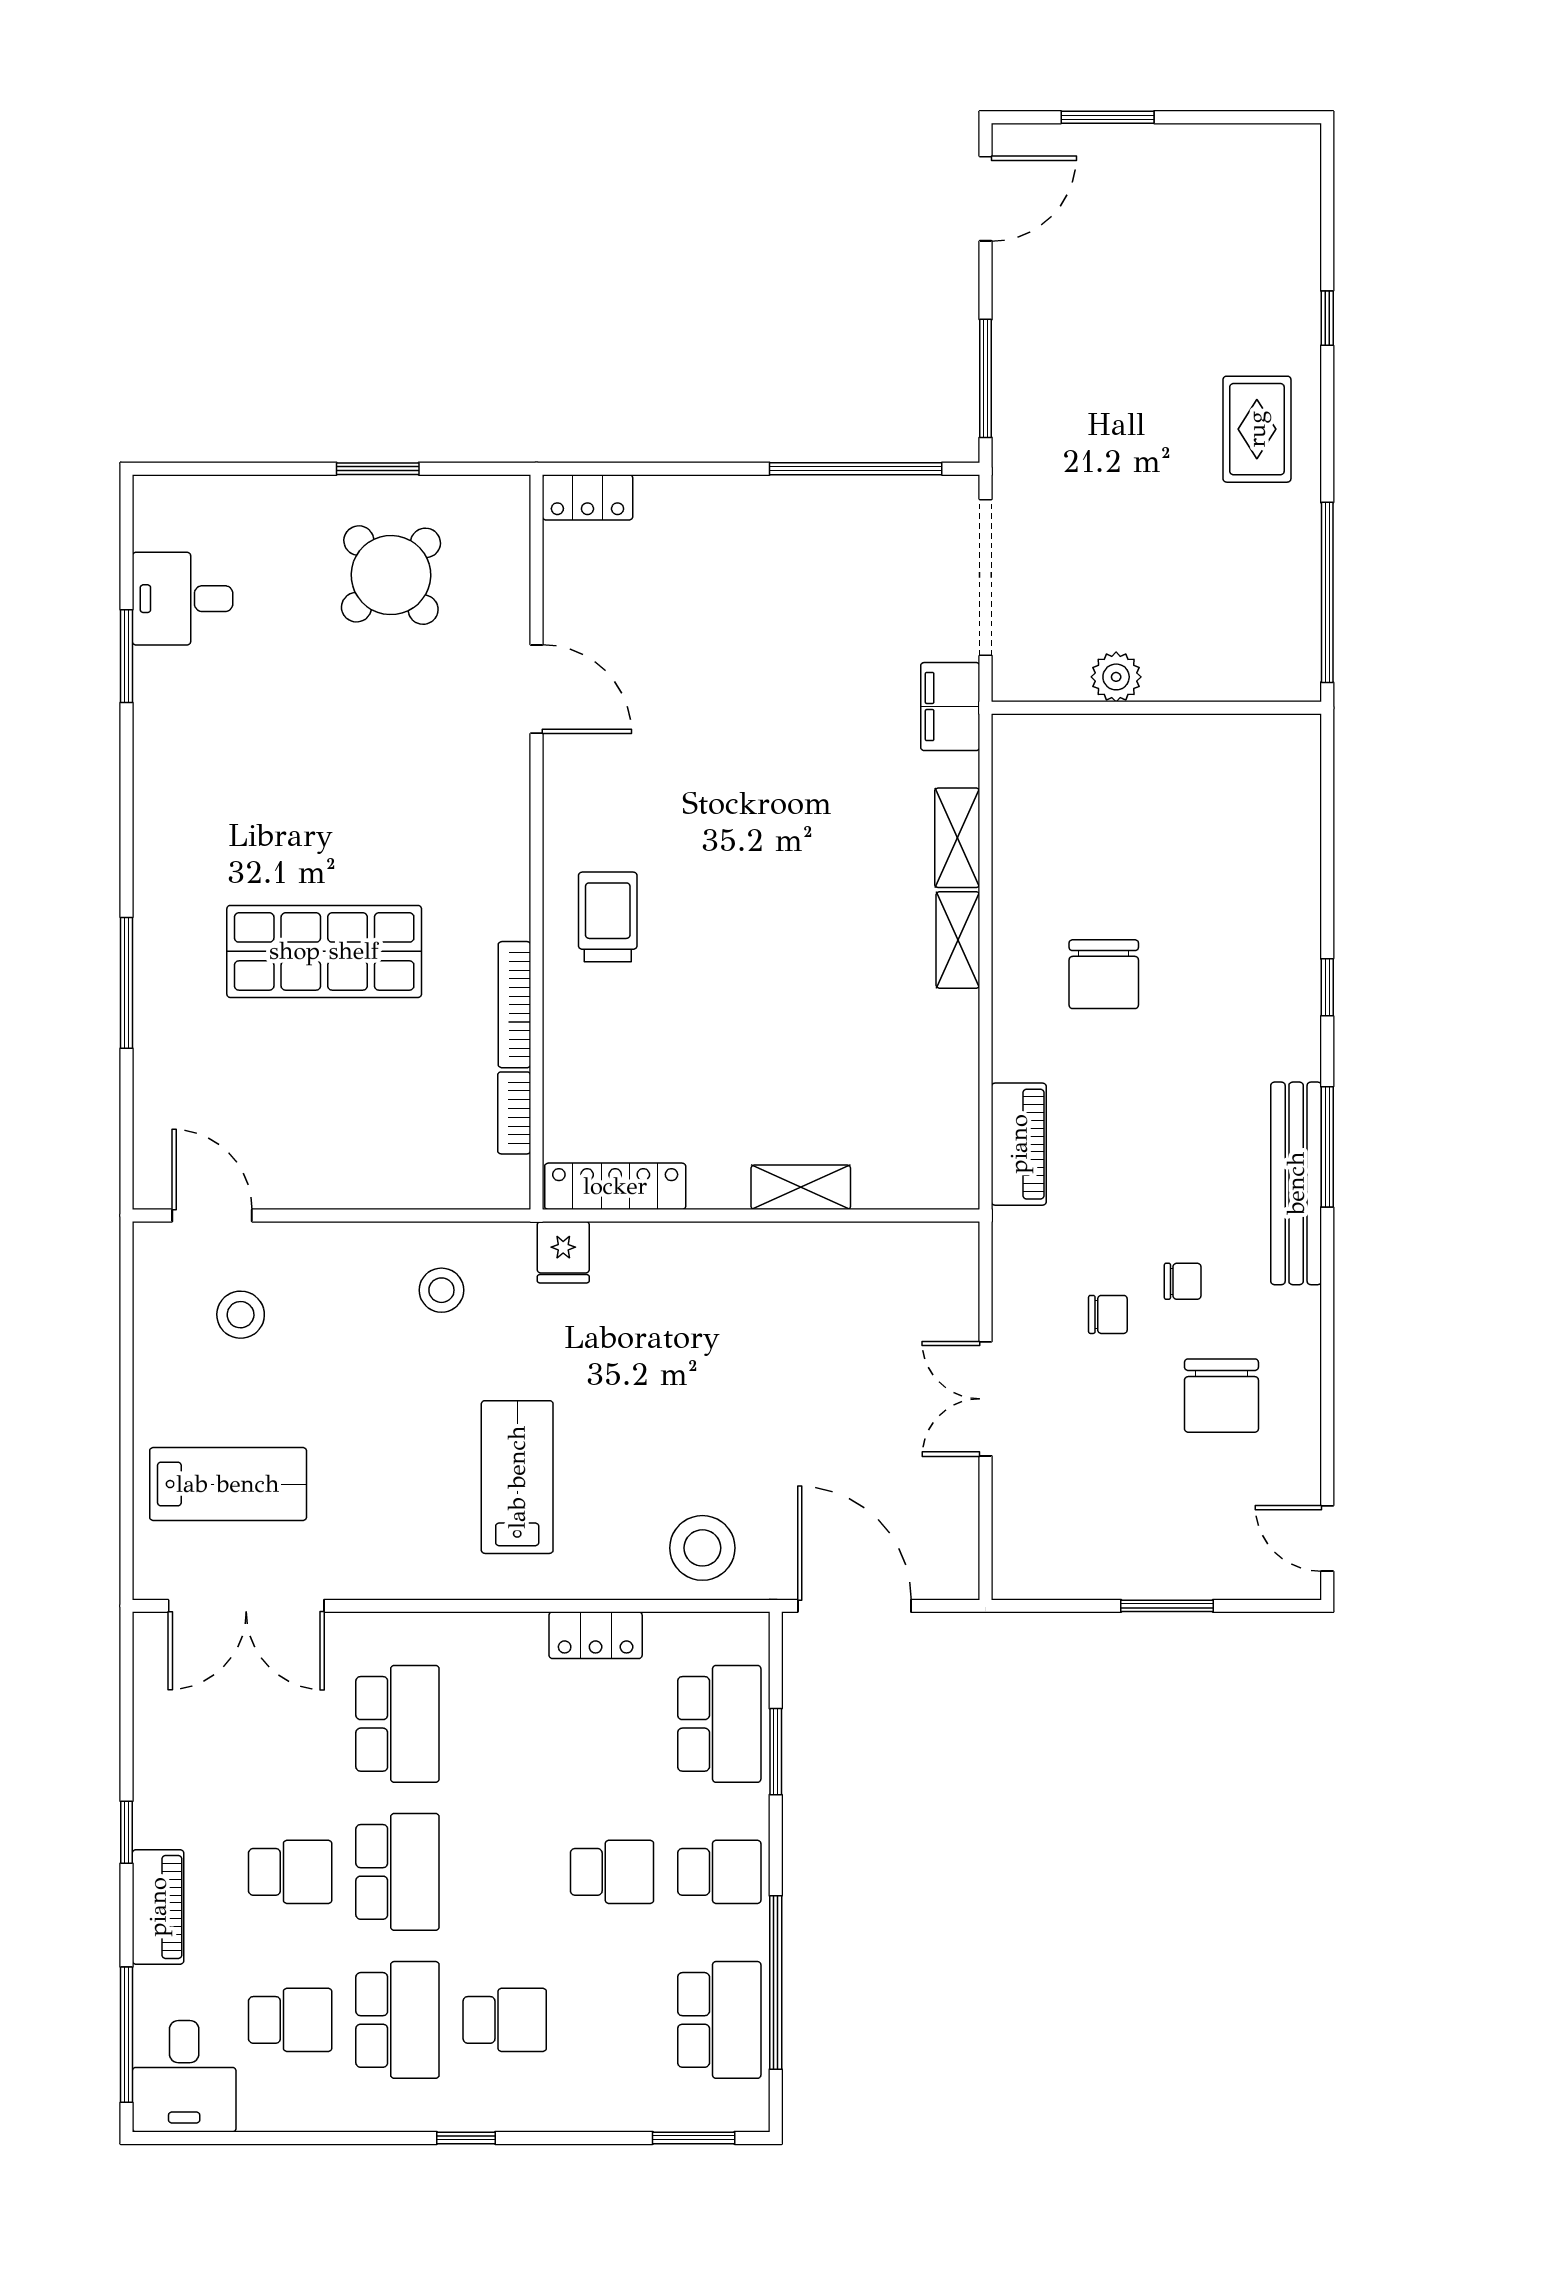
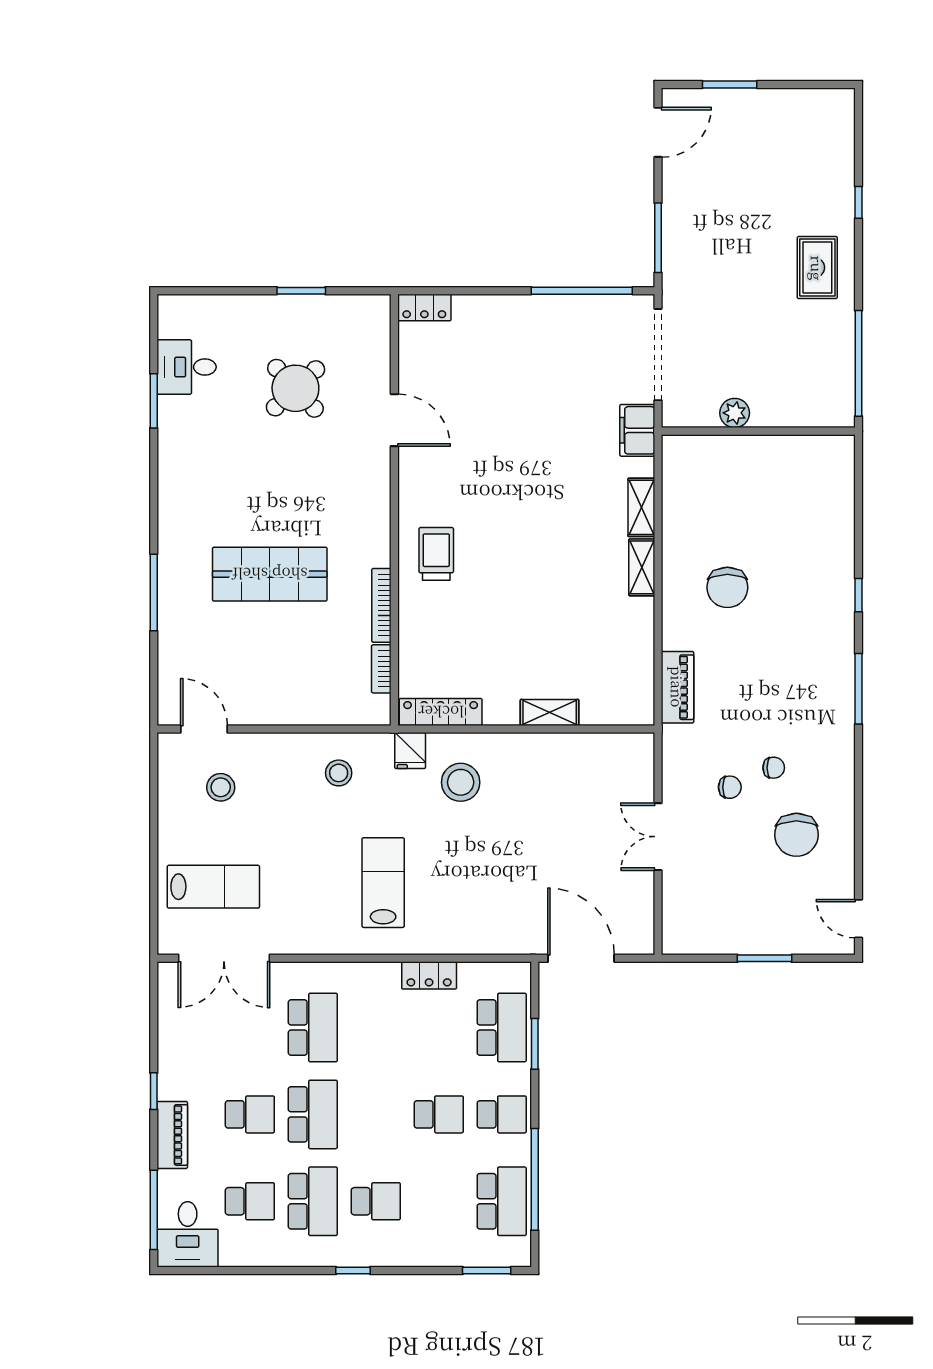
round table: (391, 575) -> (295, 388), moved
bench: (1296, 1183) -> (840, 710), removed
stool: (702, 1548) -> (461, 782), moved

